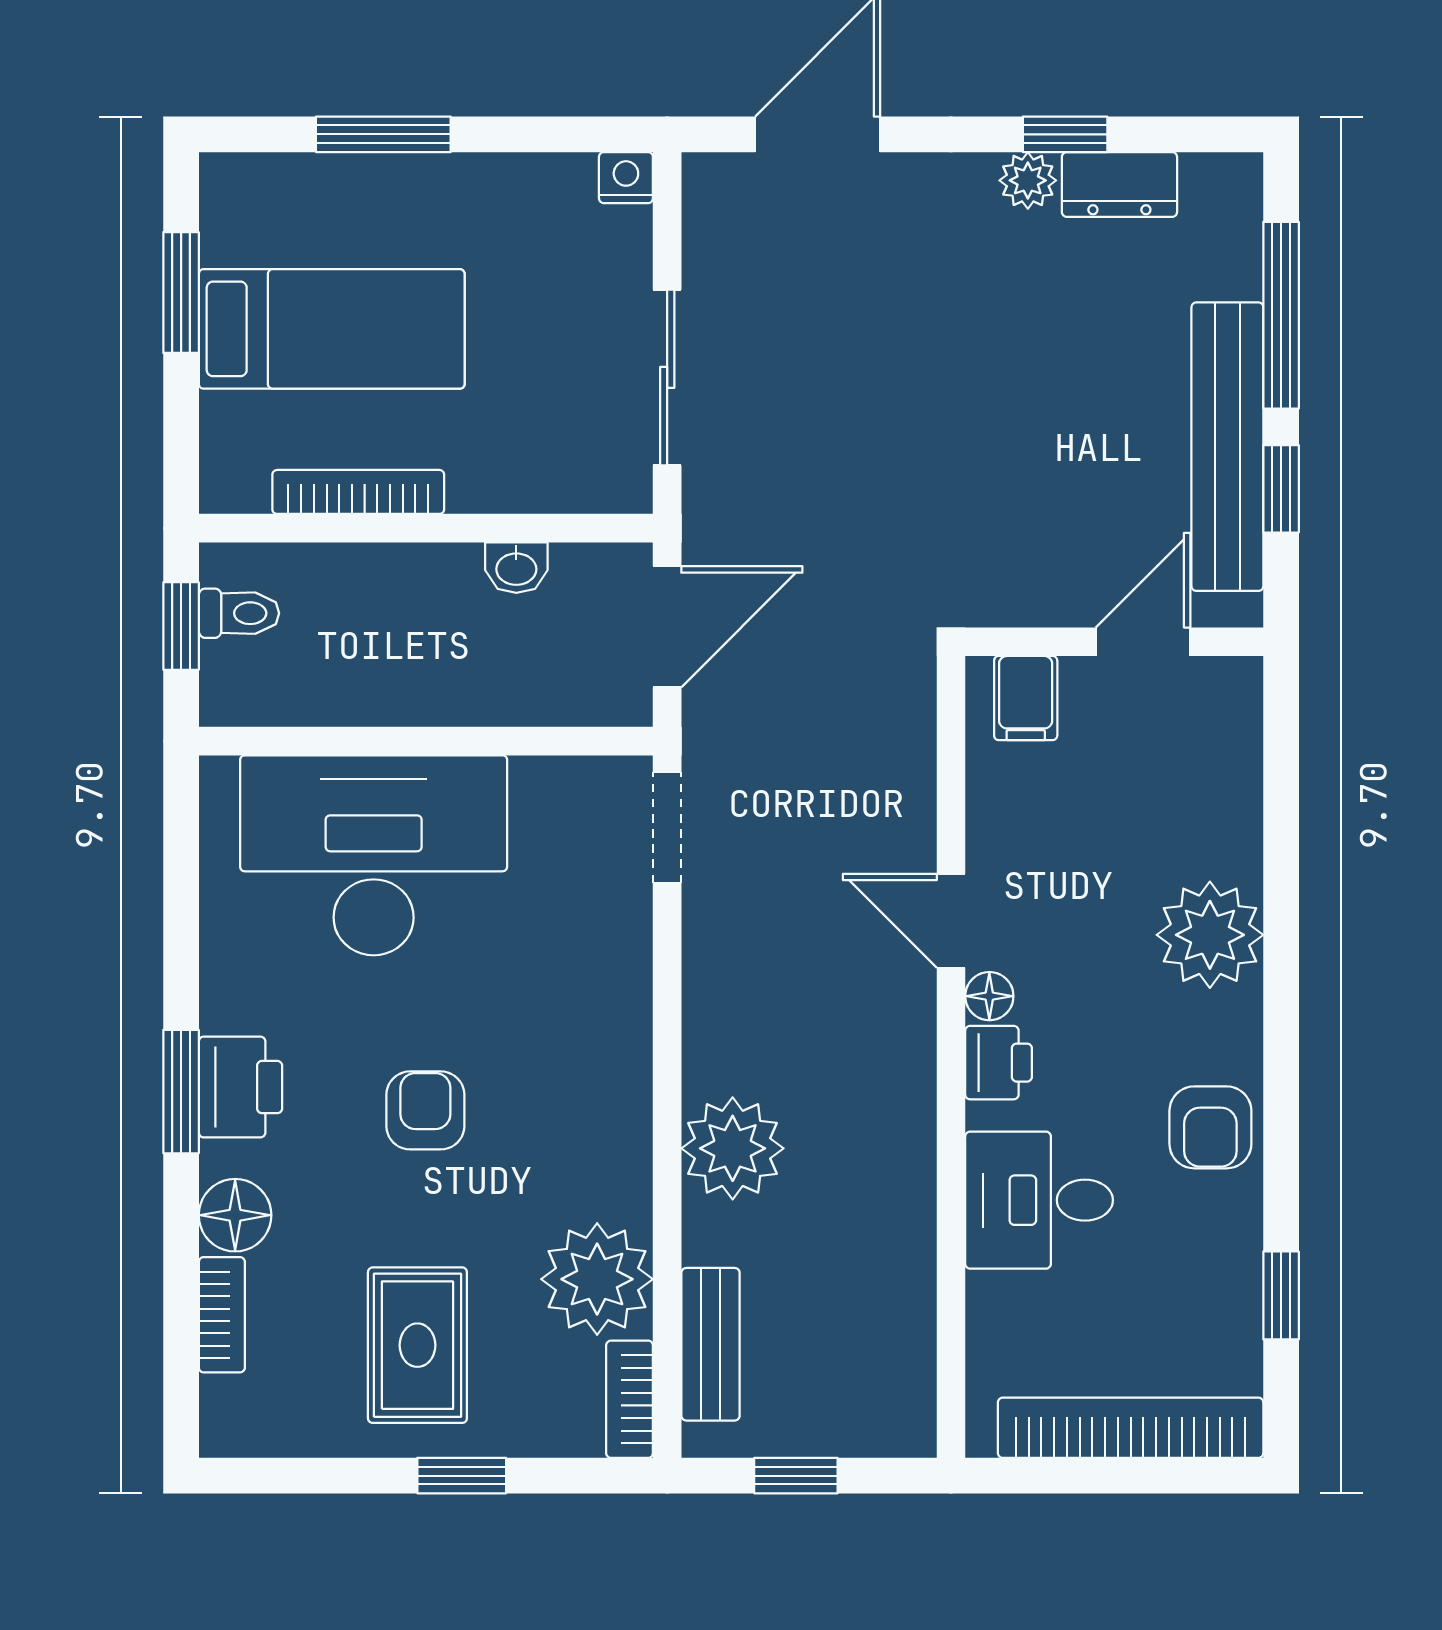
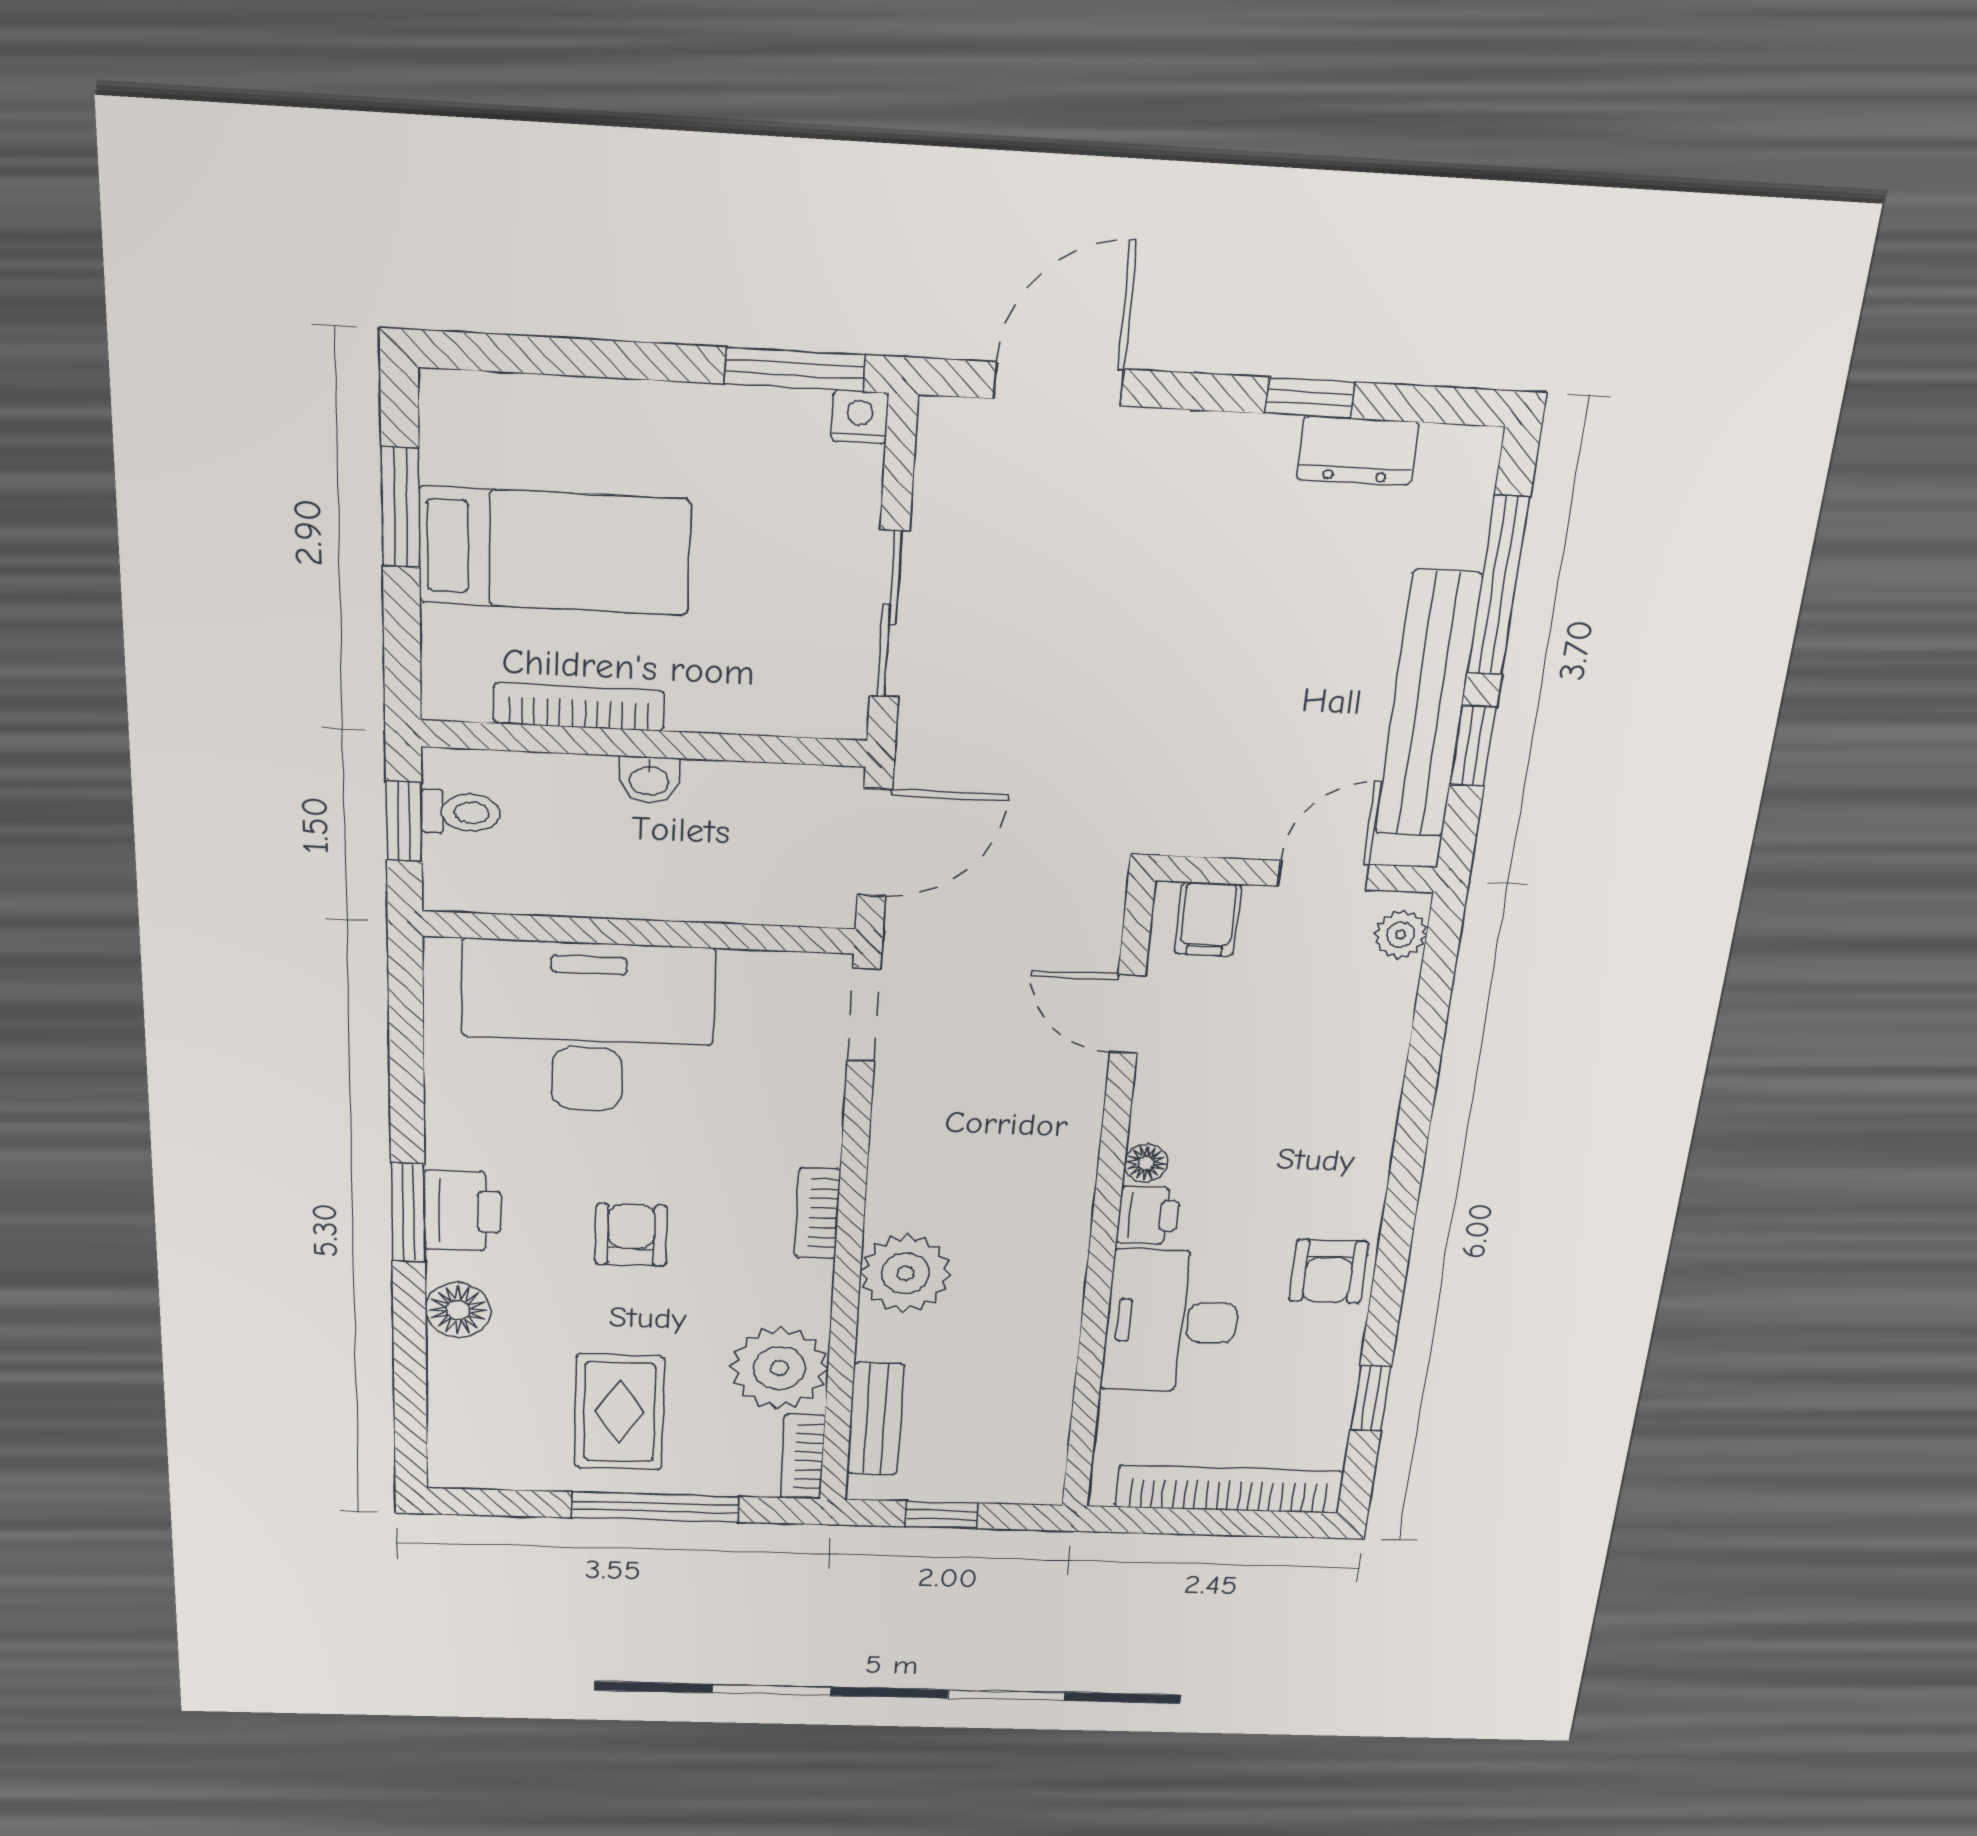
window: (383, 134) -> (795, 369), moved
plant: (1028, 180) -> (1266, 442), removed
washbasin: (516, 568) -> (649, 780), moved
door: (951, 921) -> (1127, 1014), moved
plant: (1210, 935) -> (1401, 935), moved, width x0.53, depth x0.53
desk: (1039, 1200) -> (1172, 1321), width x1.37
bookcase: (222, 1315) -> (817, 1213), moved, turned 180
window: (462, 1476) -> (655, 1507), width x2.17

